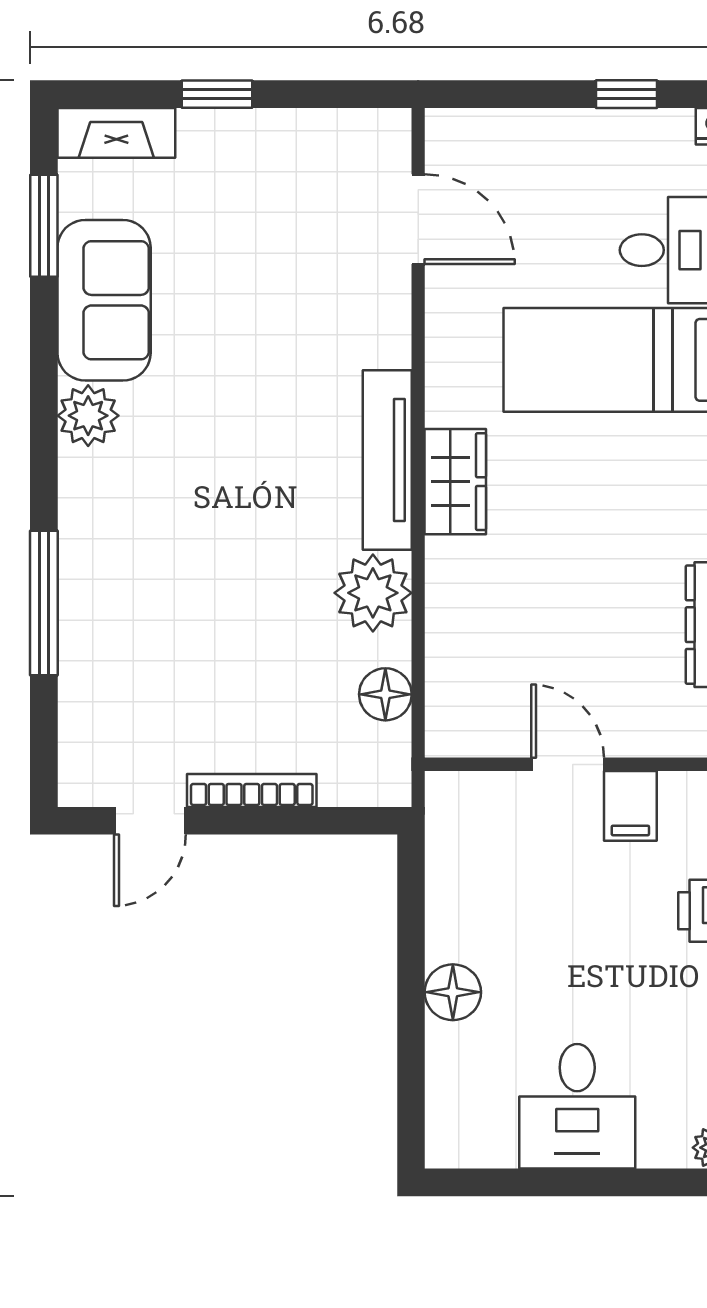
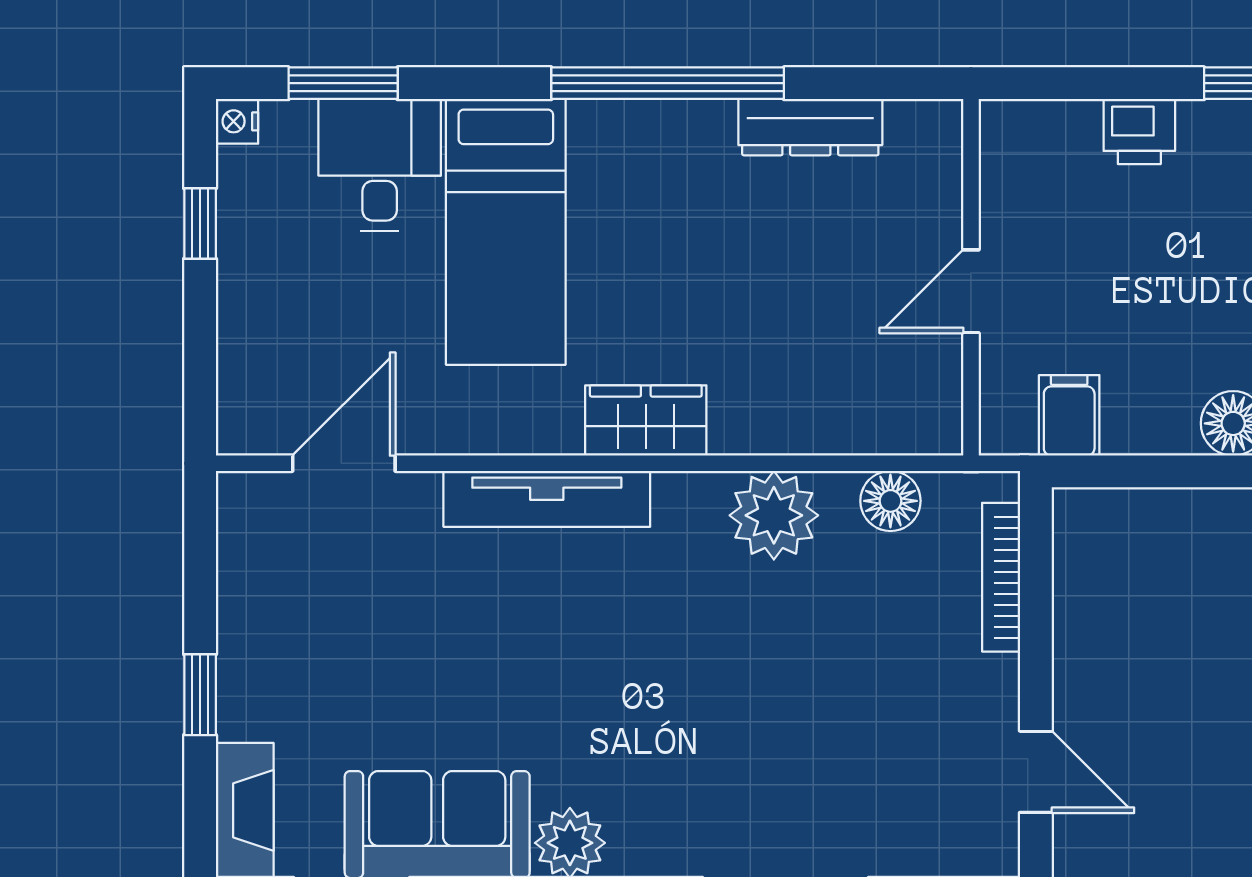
tv unit: (387, 460) -> (547, 499), moved
bookcase: (252, 790) -> (1001, 577), moved
filing cabinet: (630, 806) -> (1069, 415), moved, turned -90

